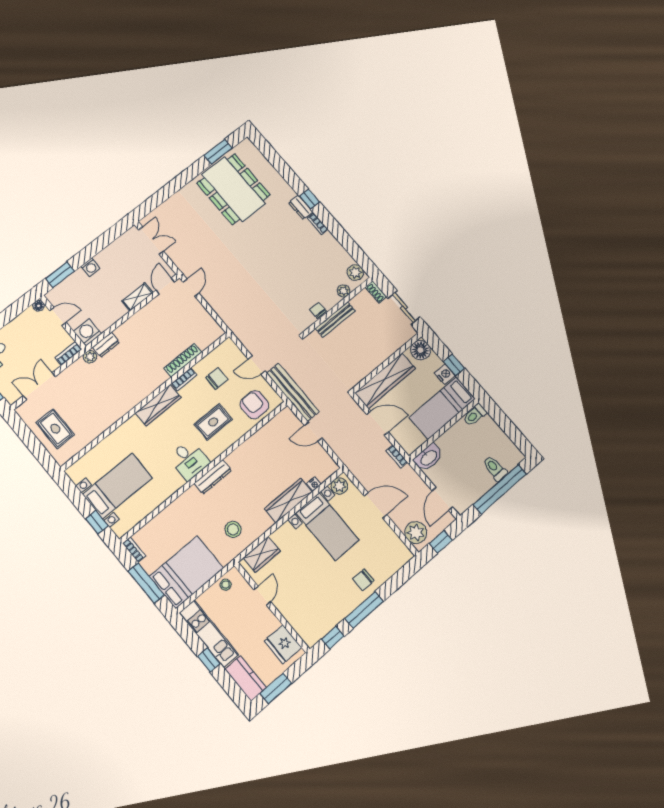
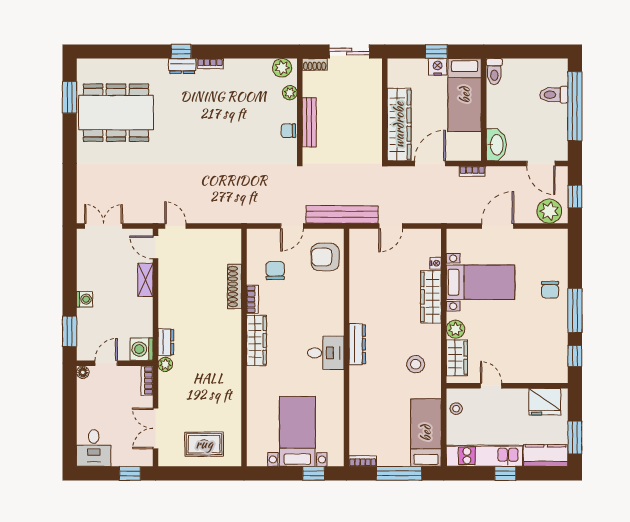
floor lamp: (421, 350) -> (399, 70), removed
rug: (213, 422) -> (310, 305), removed
plant: (339, 486) -> (455, 329), moved
bed: (187, 572) -> (426, 433), width x0.67

